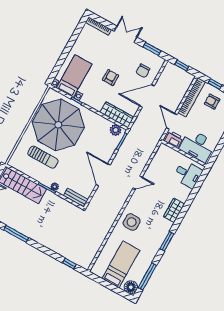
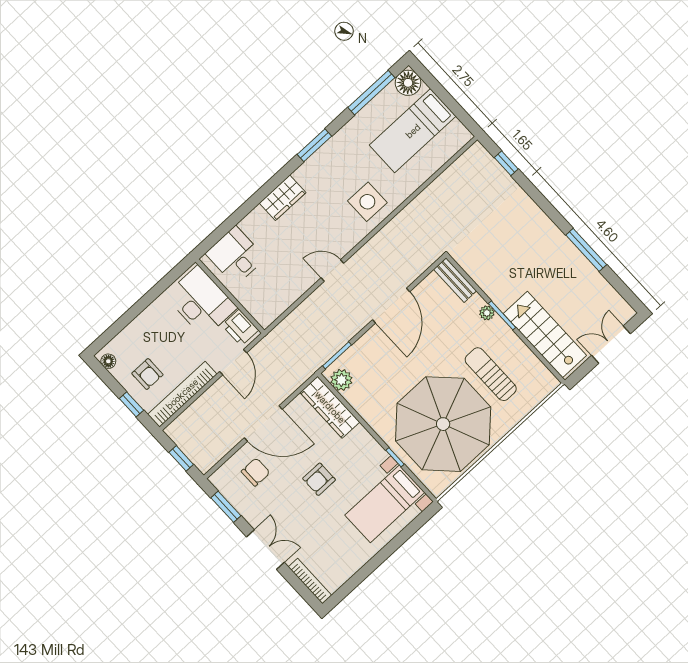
double door: (126, 34) -> (265, 550), swing flipped

